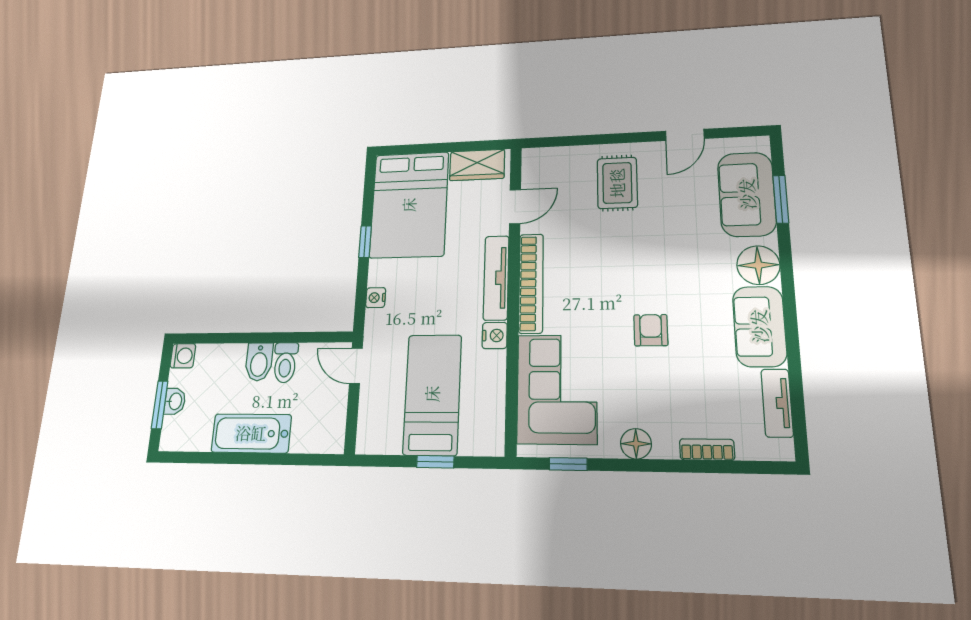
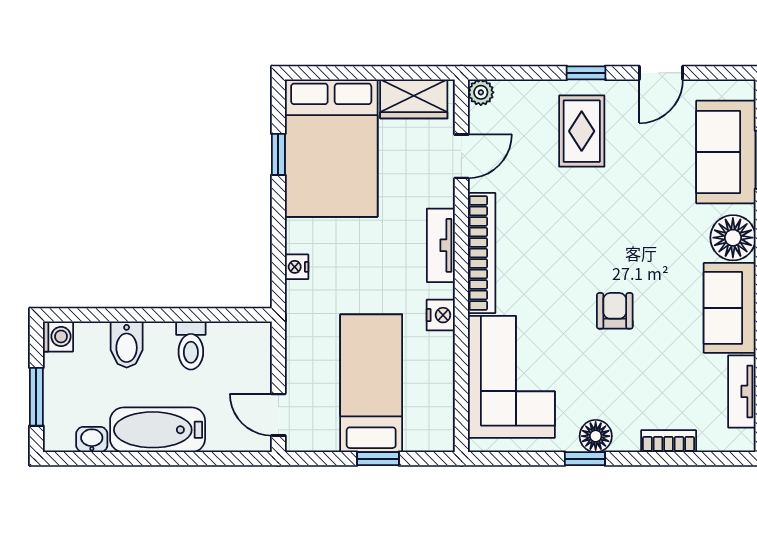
window: (620, 138) -> (586, 73), added
plant: (532, 157) -> (481, 92), added
window: (365, 242) -> (278, 154), moved
tv unit: (496, 278) -> (441, 245), width x0.71
bidet: (259, 362) -> (127, 345), moved
door: (356, 366) -> (278, 415), moved
washbasin: (175, 401) -> (92, 439), moved, turned -90
window: (568, 464) -> (585, 459), moved

